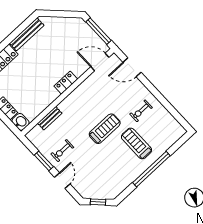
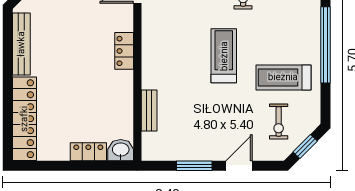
treadmill: (136, 143) -> (283, 77), moved
exercise bike: (62, 151) -> (279, 122), moved
door: (62, 181) -> (239, 166), hinge flipped

